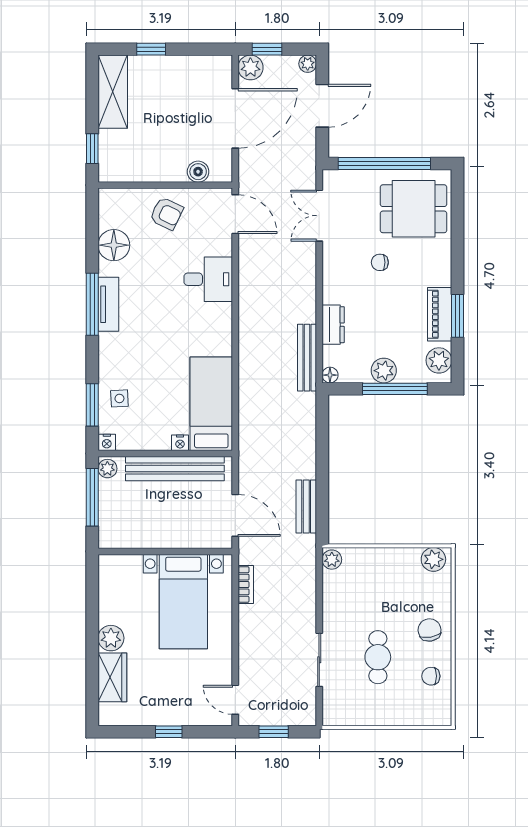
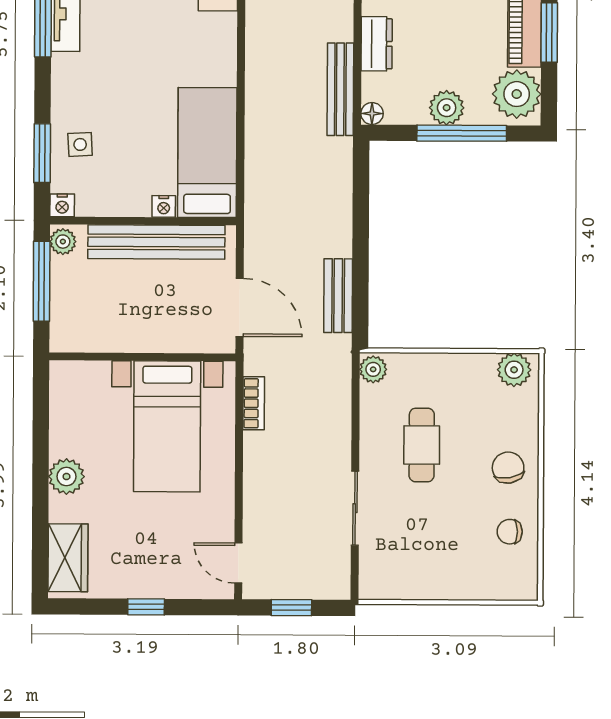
plant: (439, 360) -> (517, 94), width x1.36, depth x1.36
cafe table: (378, 657) -> (422, 445), moved
wardrobe: (112, 677) -> (68, 558), moved

